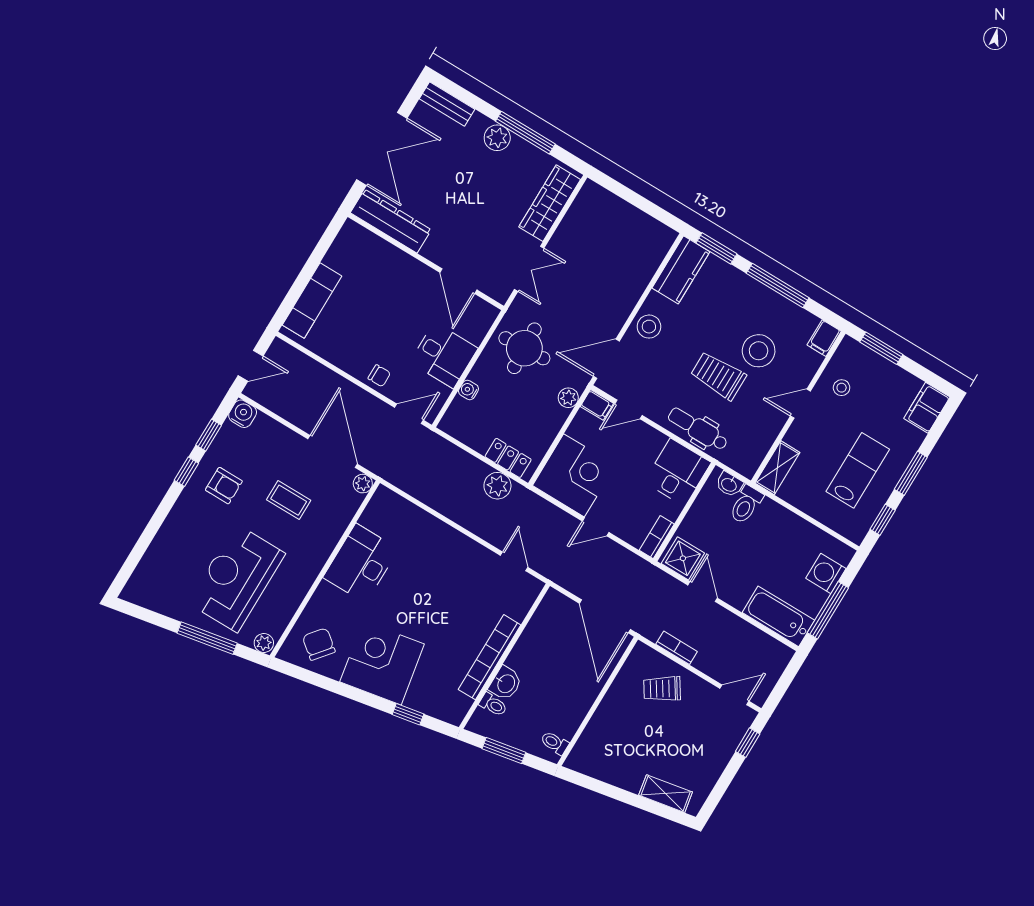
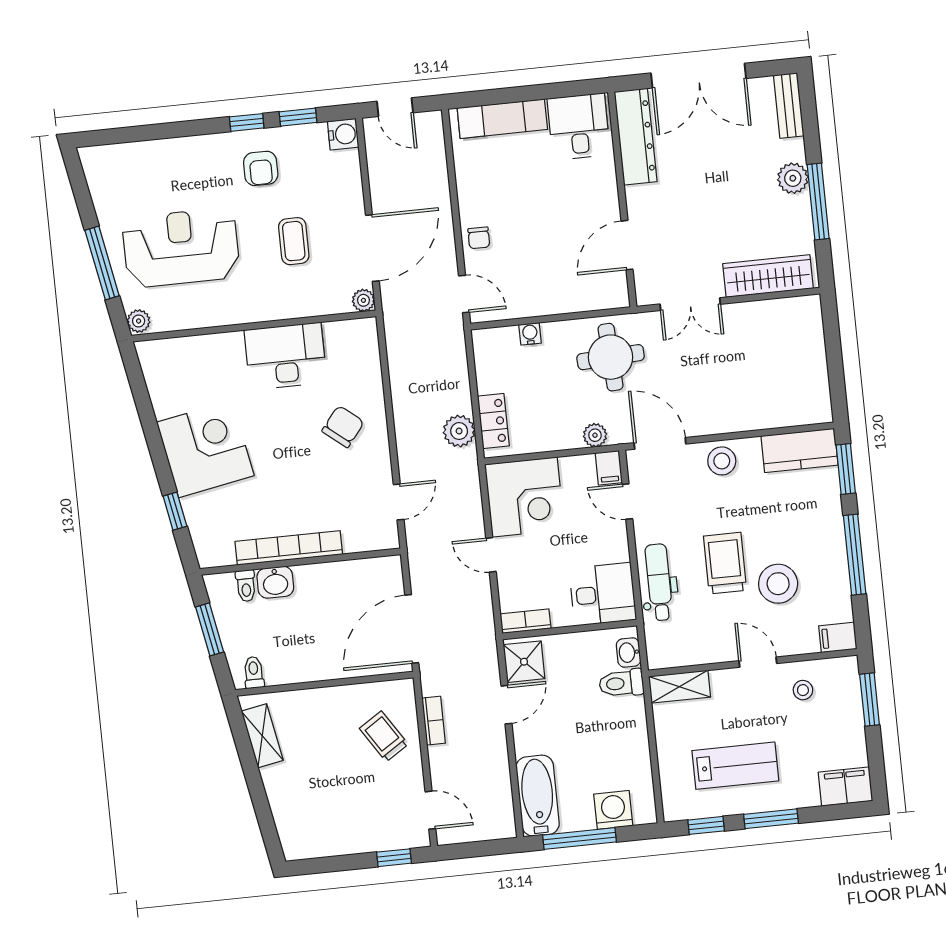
desk: (444, 355) -> (579, 127), moved, turned 180
chair: (319, 644) -> (343, 427), moved
shelving: (666, 794) -> (262, 736), moved

